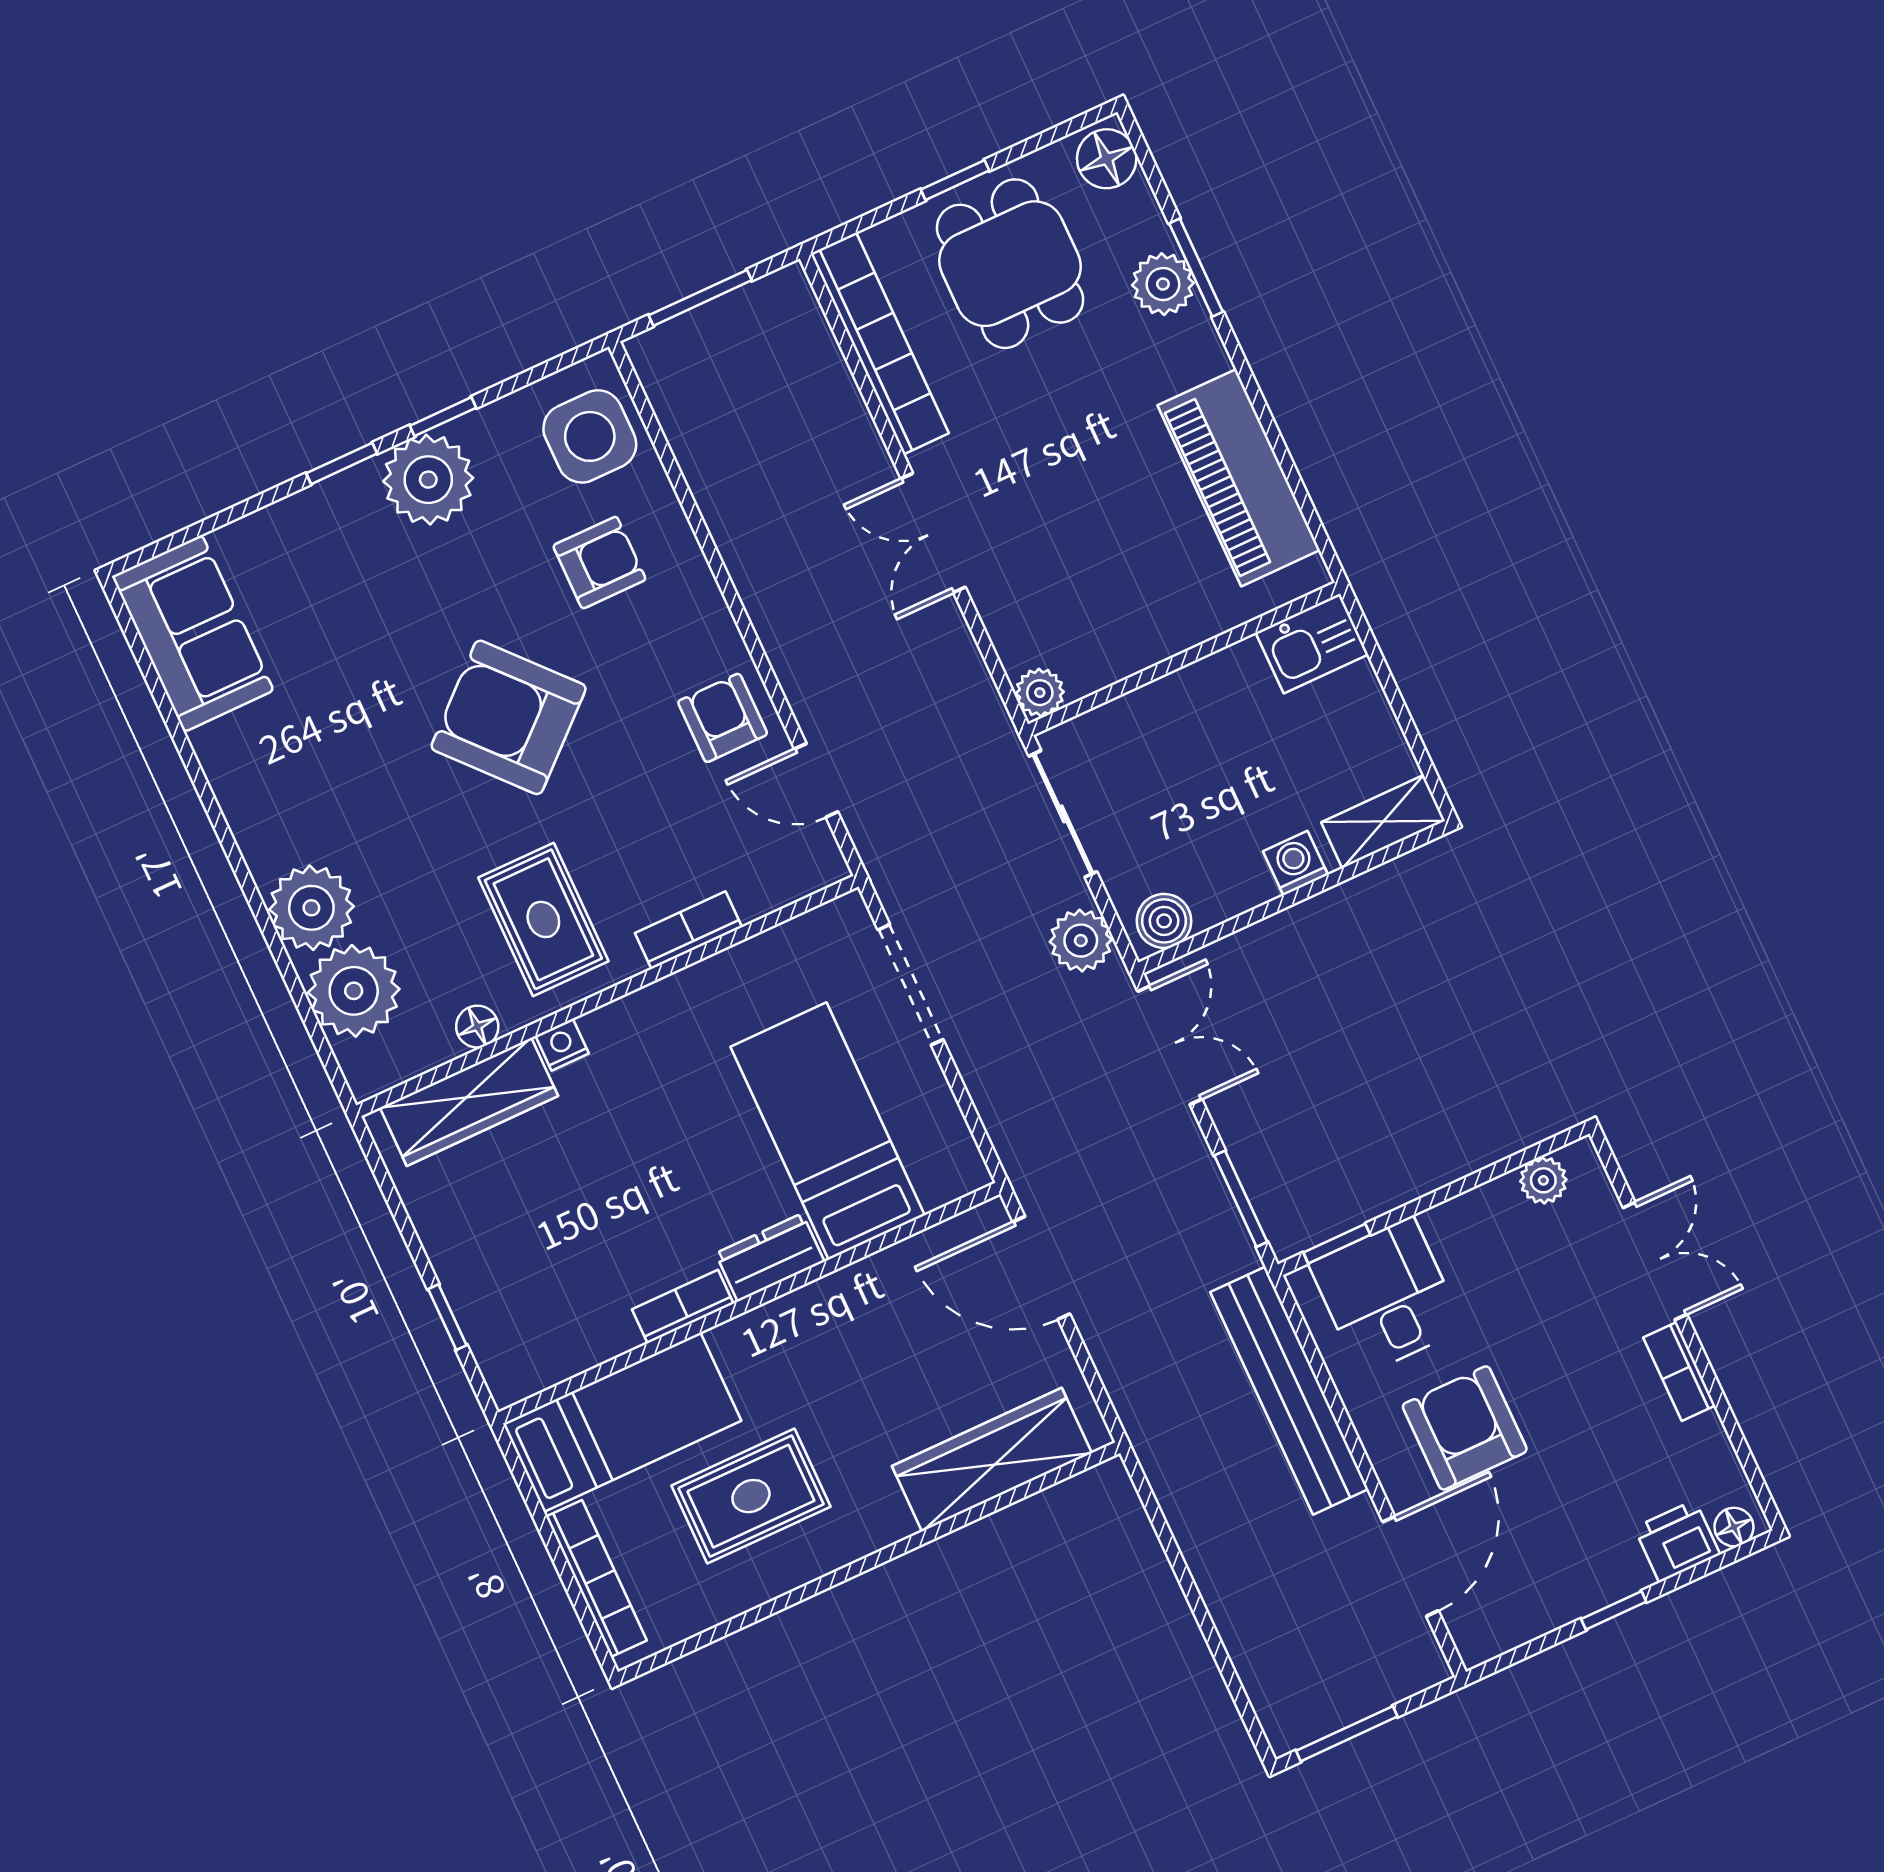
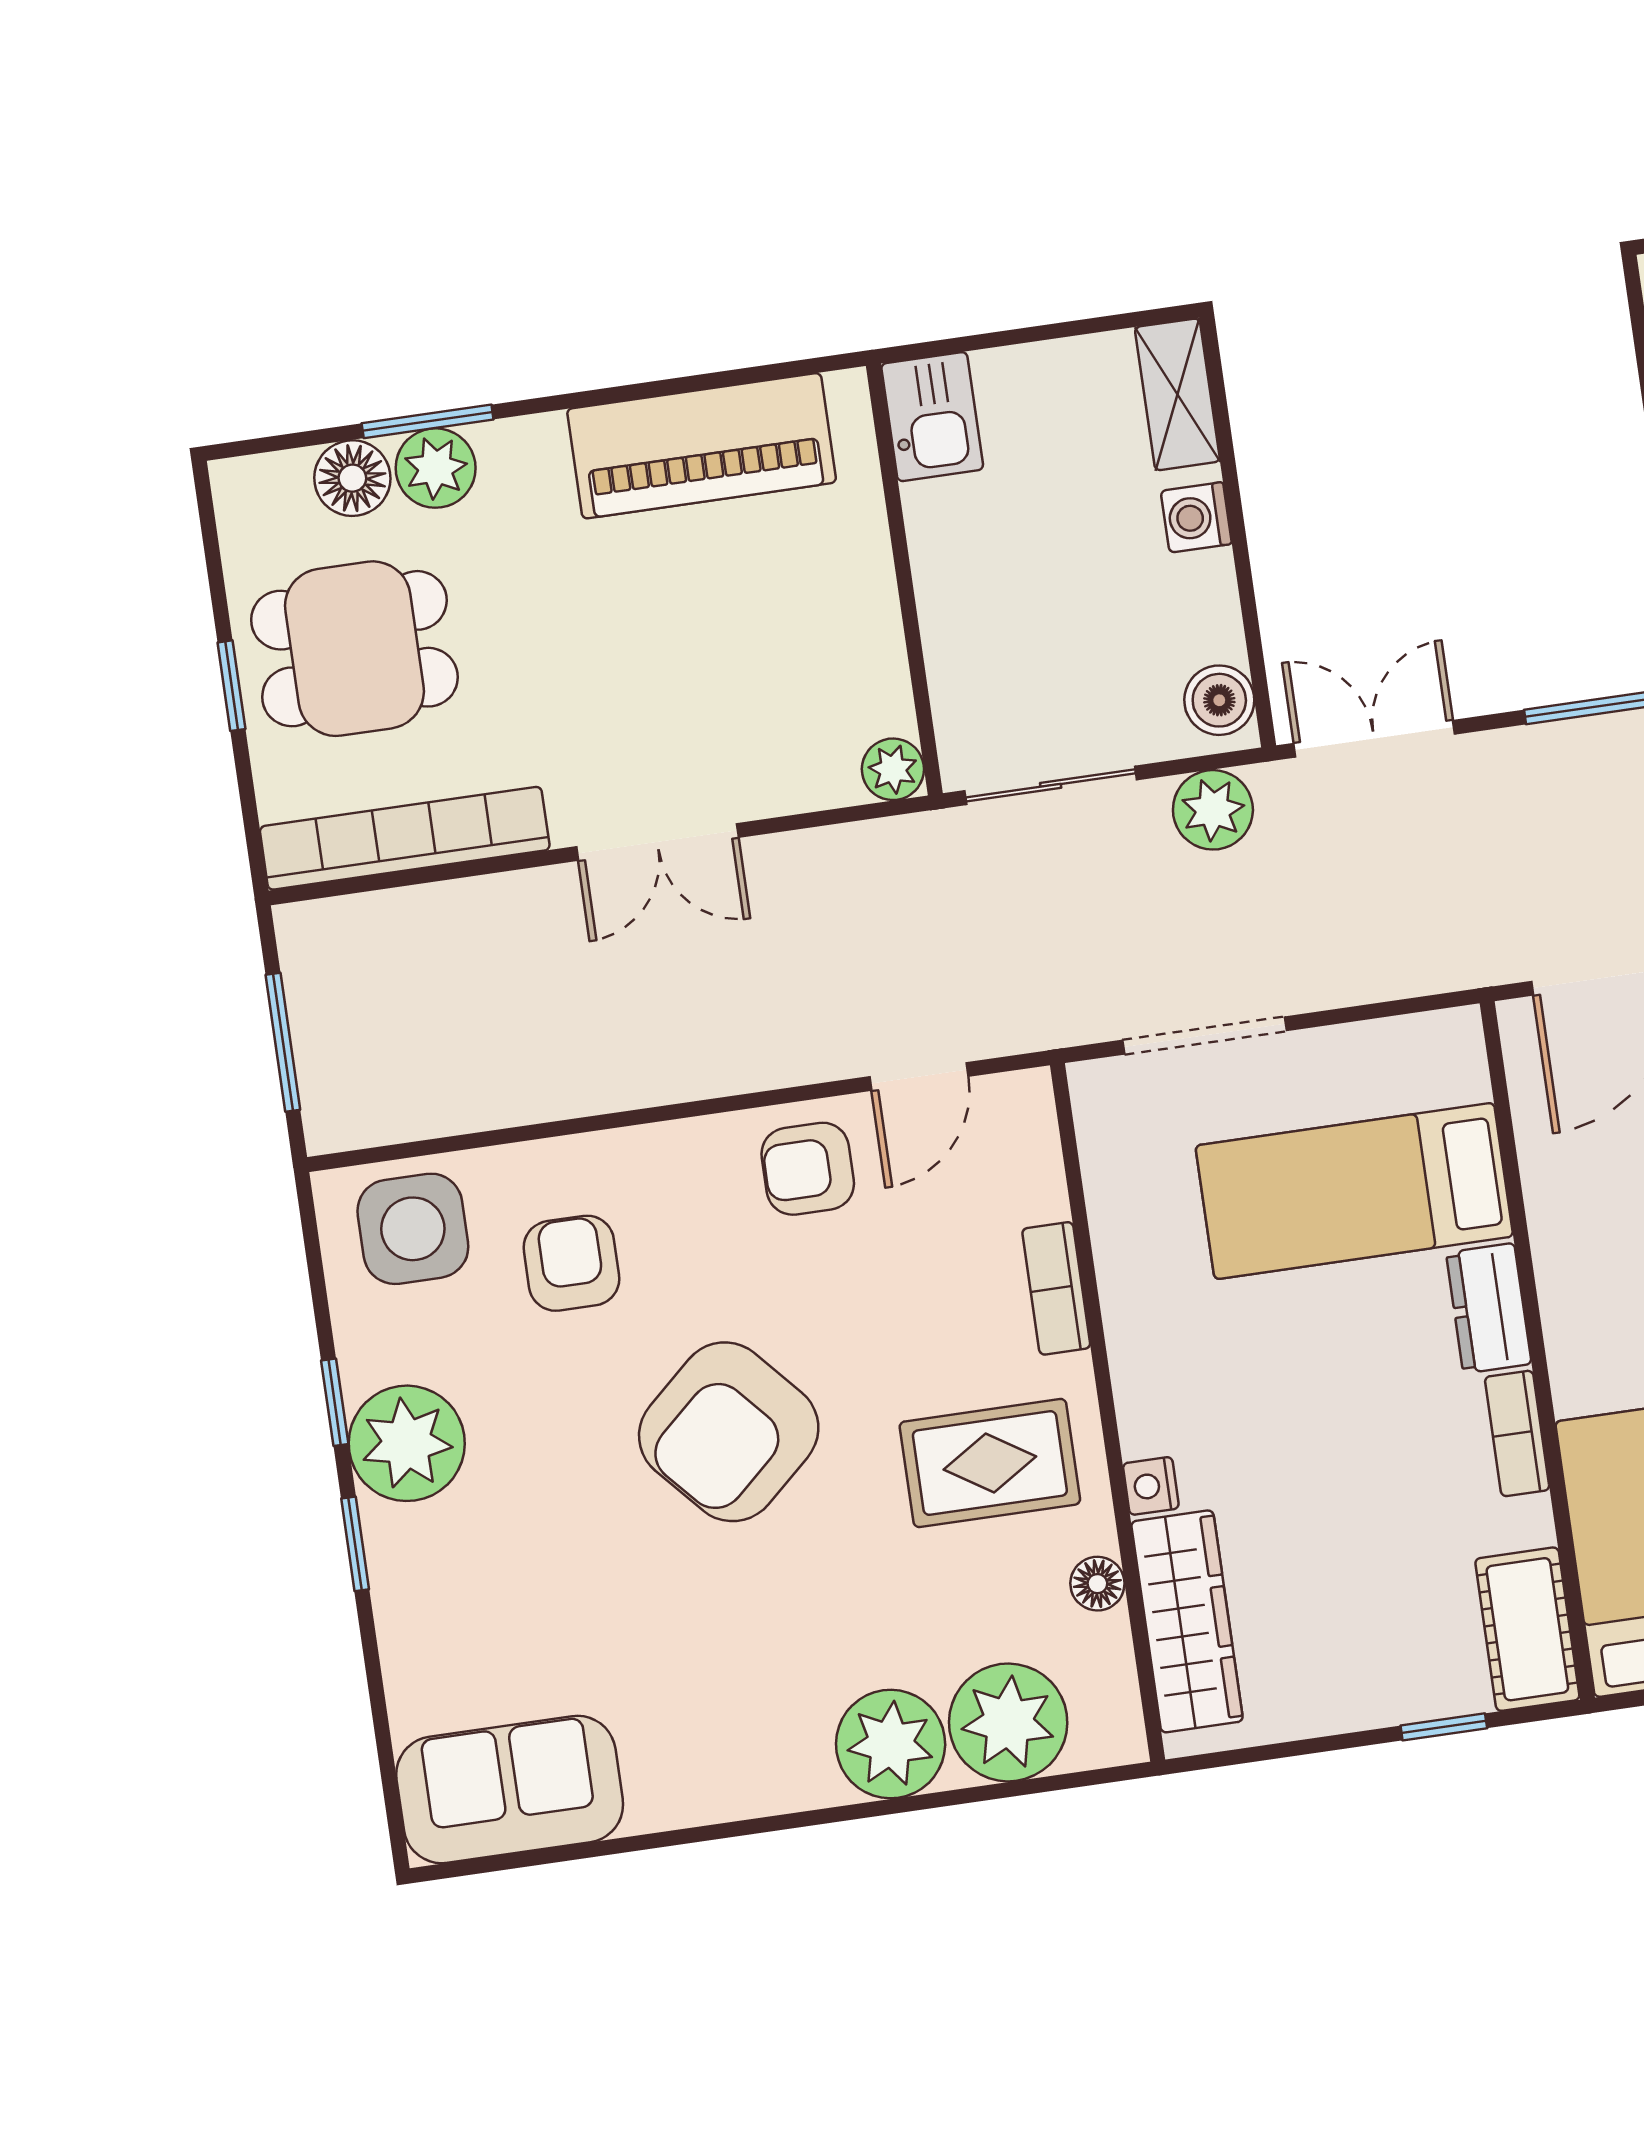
floor lamp: (1107, 159) -> (352, 478), moved
cot: (539, 1358) -> (1527, 1629), added

